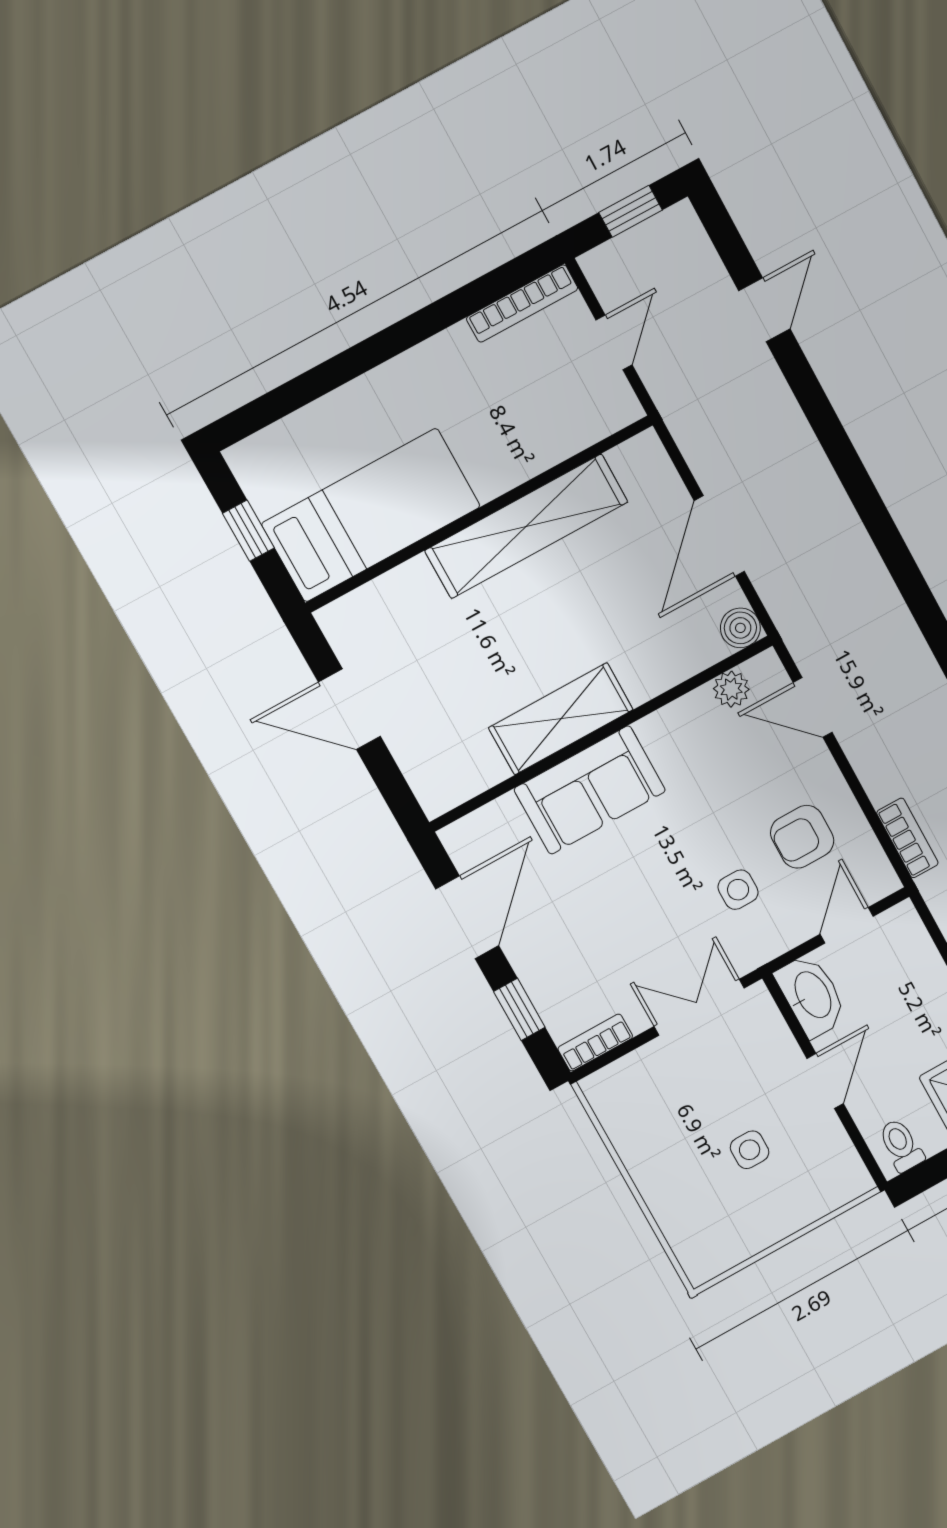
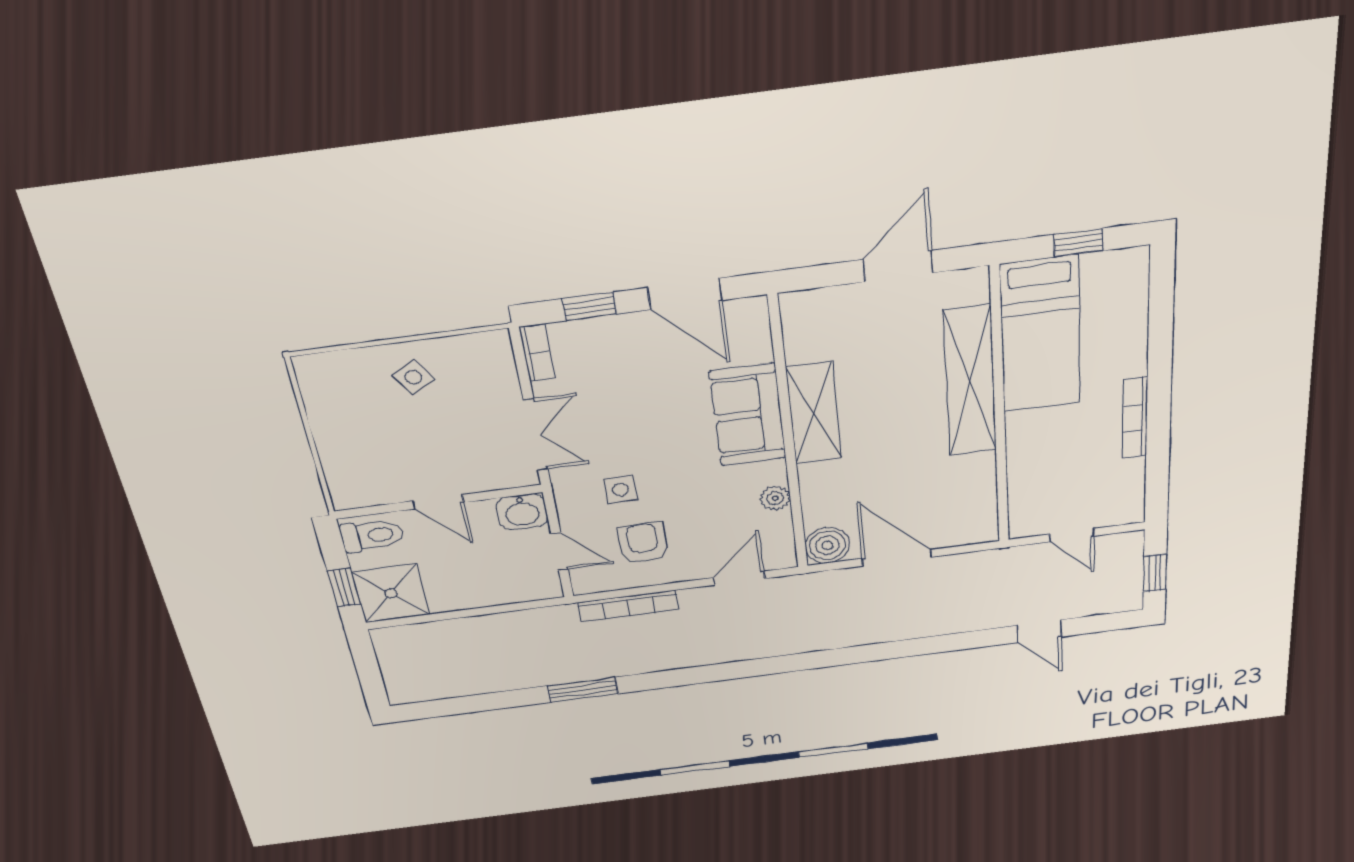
bookcase: (522, 303) -> (1135, 418), moved
shelving: (526, 526) -> (970, 381), moved
boiler: (740, 628) -> (827, 545), width x1.36, depth x1.36
plant: (731, 689) -> (775, 498), moved
bookcase: (907, 838) -> (628, 606), width x1.56
washbasin: (812, 995) -> (522, 512), width x0.72
toilet: (901, 1145) -> (372, 536), width x1.37, depth x1.39
side table: (750, 1150) -> (413, 377), moved, turned -32

